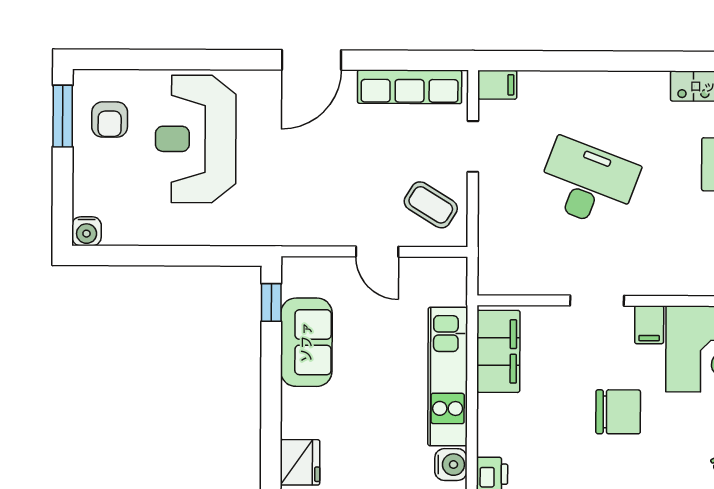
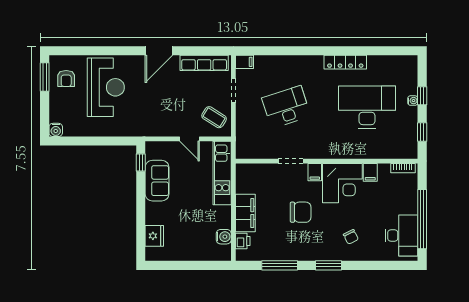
reception desk: (196, 139) -> (106, 87), turned 180
desk: (588, 183) -> (286, 107), turned -39
filing cabinet: (498, 351) -> (245, 213), moved
kitchen unit: (448, 377) -> (222, 173), moved

